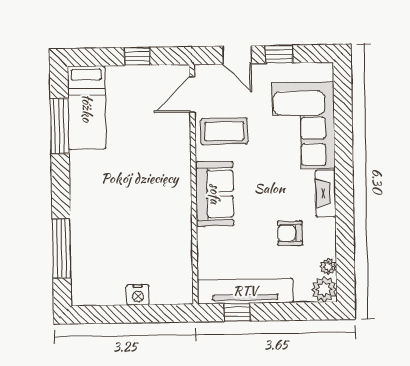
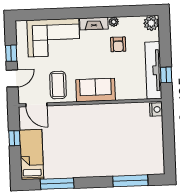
bed: (87, 108) -> (32, 154), moved, turned -90
plant: (328, 266) -> (114, 22), moved
nightstand: (138, 295) -> (156, 109), moved

